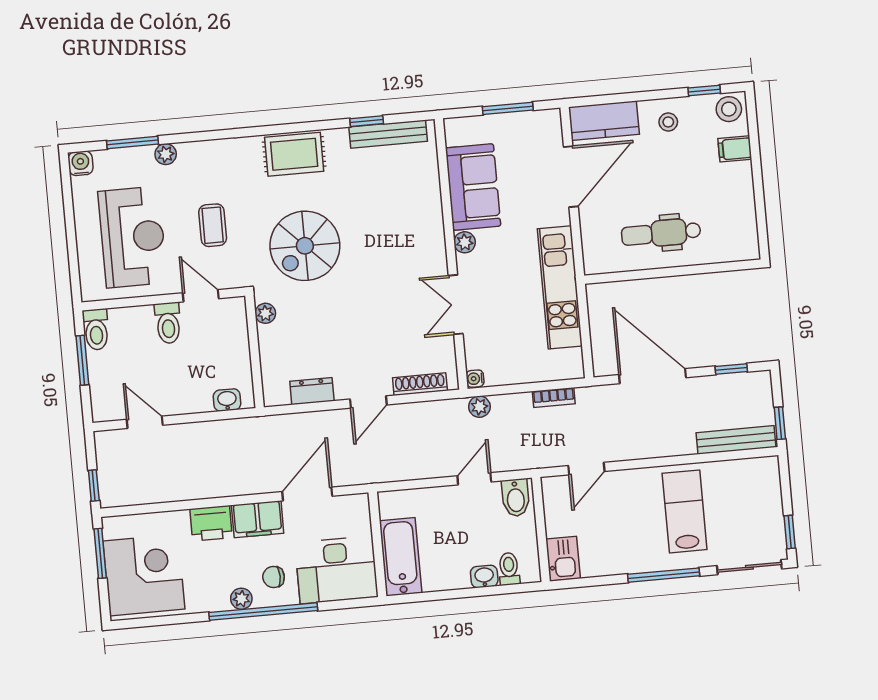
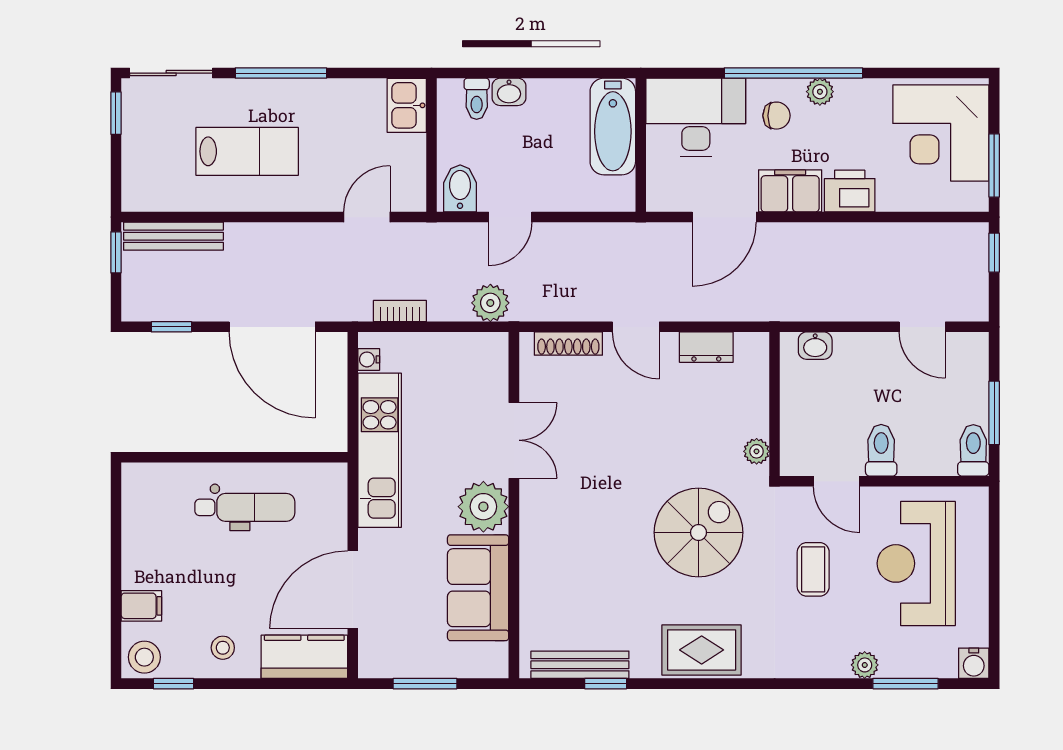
plant: (465, 242) -> (483, 507), width x1.87, depth x1.87
water cooler: (475, 379) -> (369, 359), moved, turned 180
door: (368, 402) -> (636, 327), swing flipped
plant: (479, 407) -> (490, 303), width x1.38, depth x1.38
lab bench: (685, 511) -> (247, 151), turned -90

